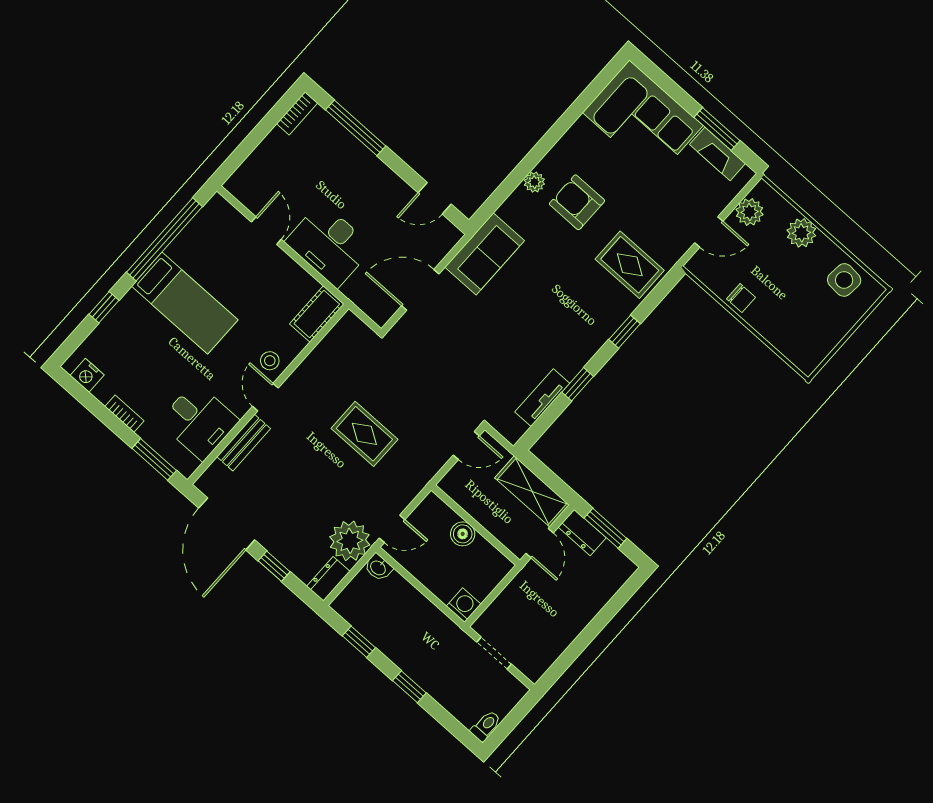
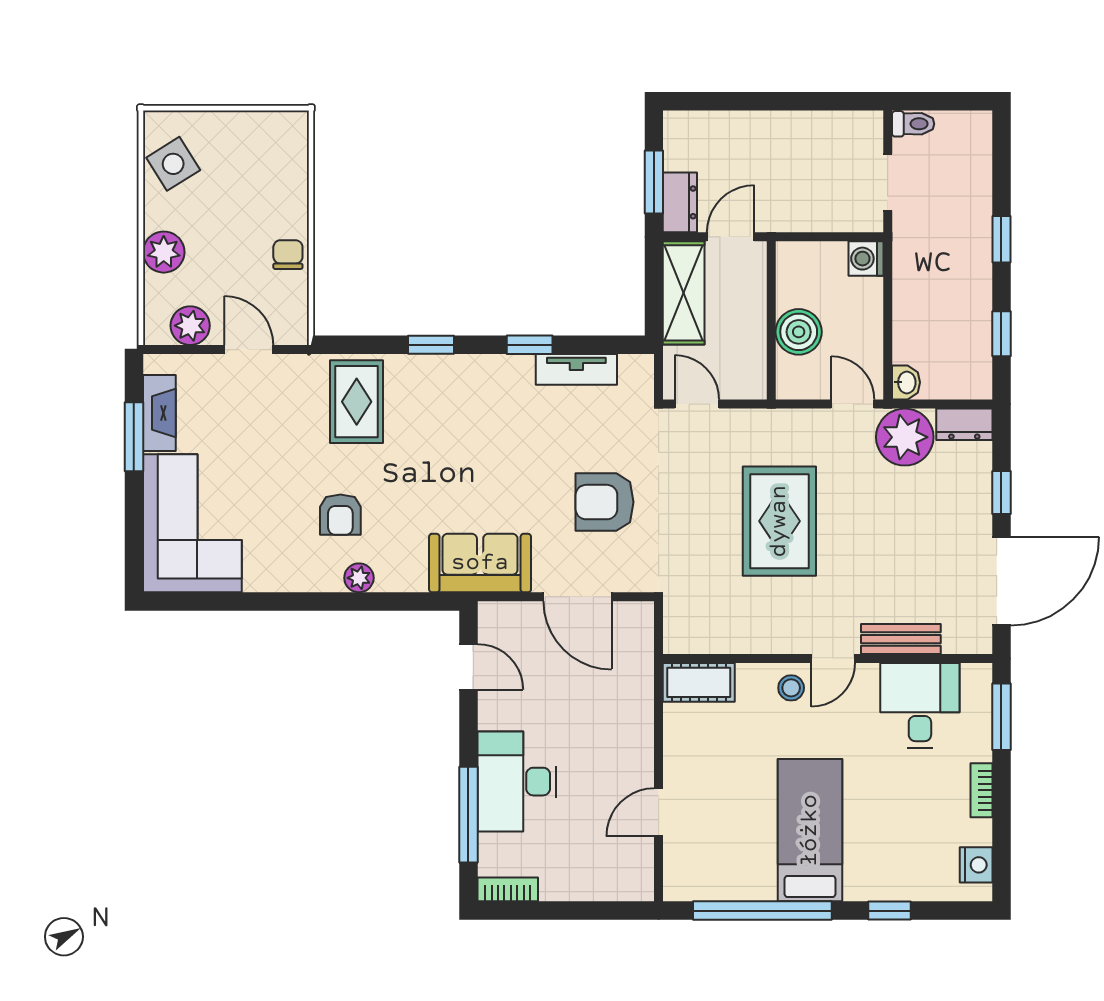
armchair: (577, 202) -> (340, 515), width x0.72, depth x0.72
desk: (329, 245) -> (517, 782), moved, turned 180
side table: (844, 280) -> (173, 164), turned -37
armchair: (458, 349) -> (605, 502), added
rug: (364, 434) -> (779, 521), width x1.36, depth x1.43
boiler: (463, 534) -> (799, 332), width x1.36, depth x1.36
toilet: (486, 726) -> (913, 124), moved, turned 180

